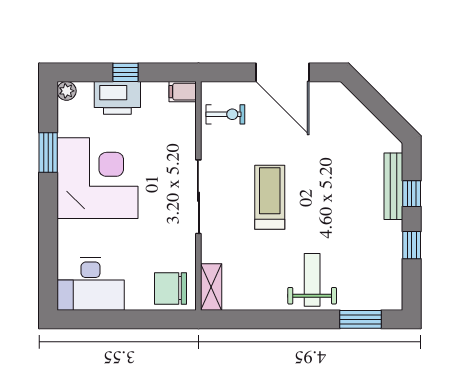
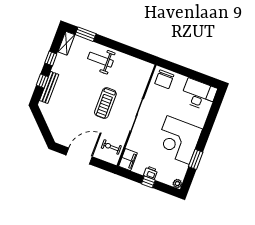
door: (283, 72) -> (79, 156), hinge flipped
filing cabinet: (183, 92) -> (128, 160), width x2.00
printer: (117, 98) -> (151, 173), width x0.53, depth x0.68
weight bench: (312, 280) -> (100, 60), turned 90
shelving: (211, 287) -> (66, 43), moved
chair: (170, 288) -> (164, 79), turned 90

